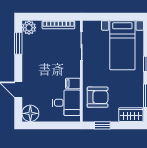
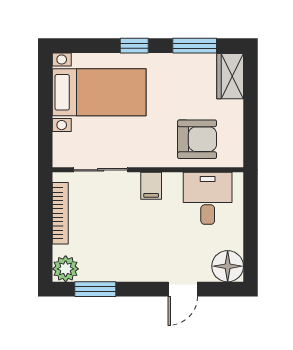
filing cabinet: (73, 83) -> (151, 186), moved
armchair: (98, 97) -> (197, 139), turned 90
window: (102, 125) -> (251, 130), removed

